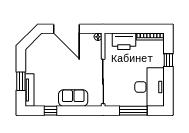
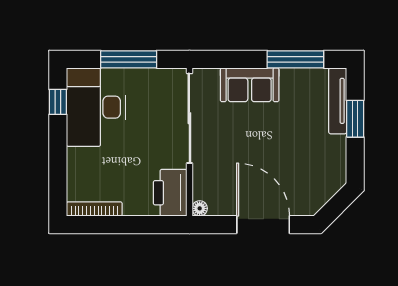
printer: (124, 41) -> (170, 193), moved, turned -90
window: (168, 60) -> (58, 102), moved
window: (50, 111) -> (295, 59), width x2.17

